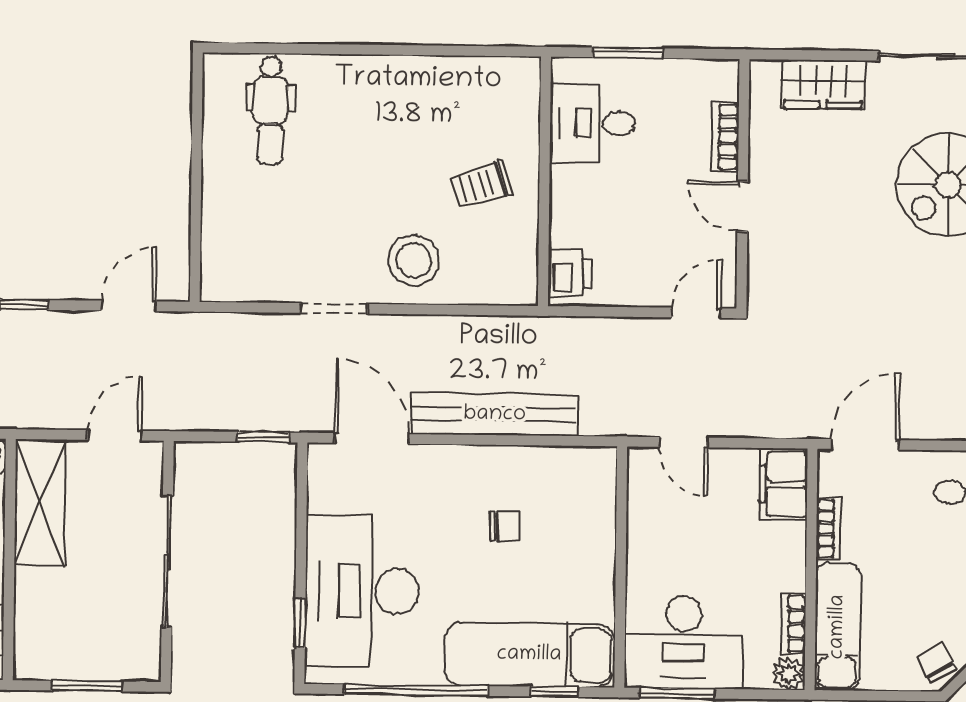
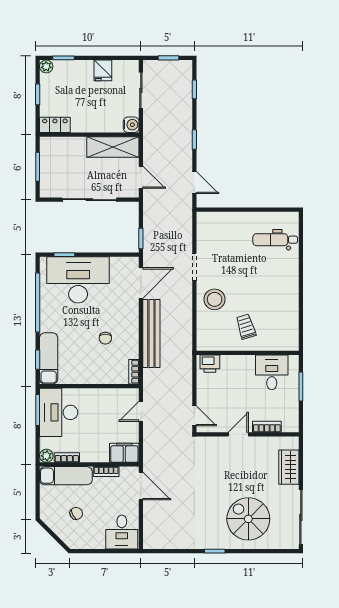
bookcase: (587, 458) -> (134, 372), added
exam couch: (529, 655) -> (49, 358), width x0.73, depth x0.69
chair: (936, 663) -> (76, 513), moved

